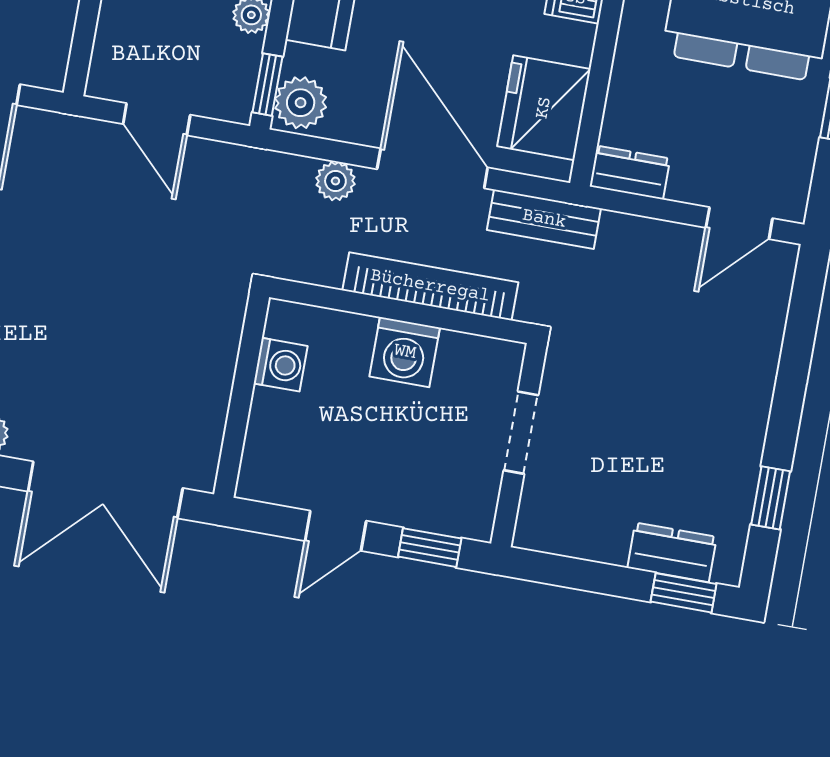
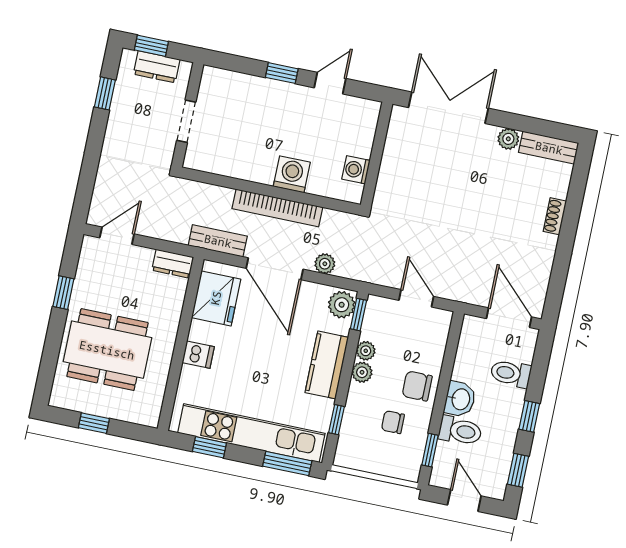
doorway: (521, 433) -> (186, 121), moved
wall: (519, 445) -> (188, 115), moved

